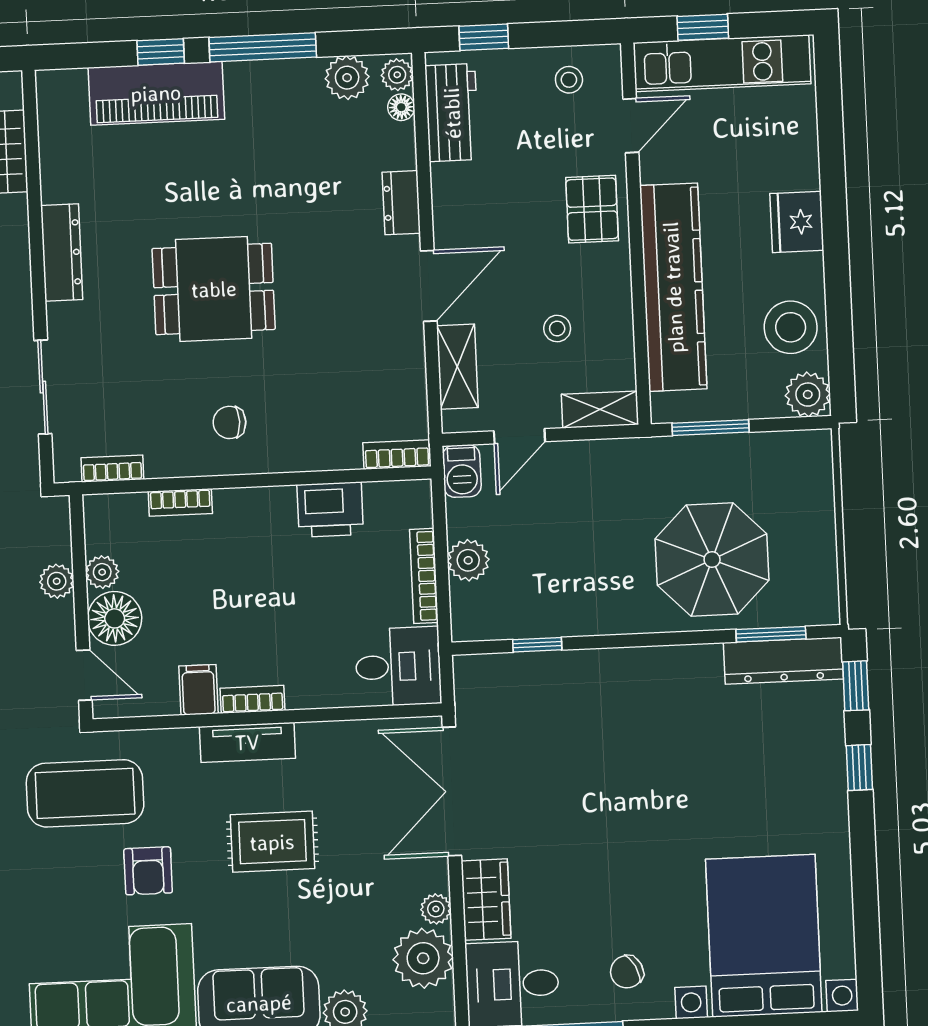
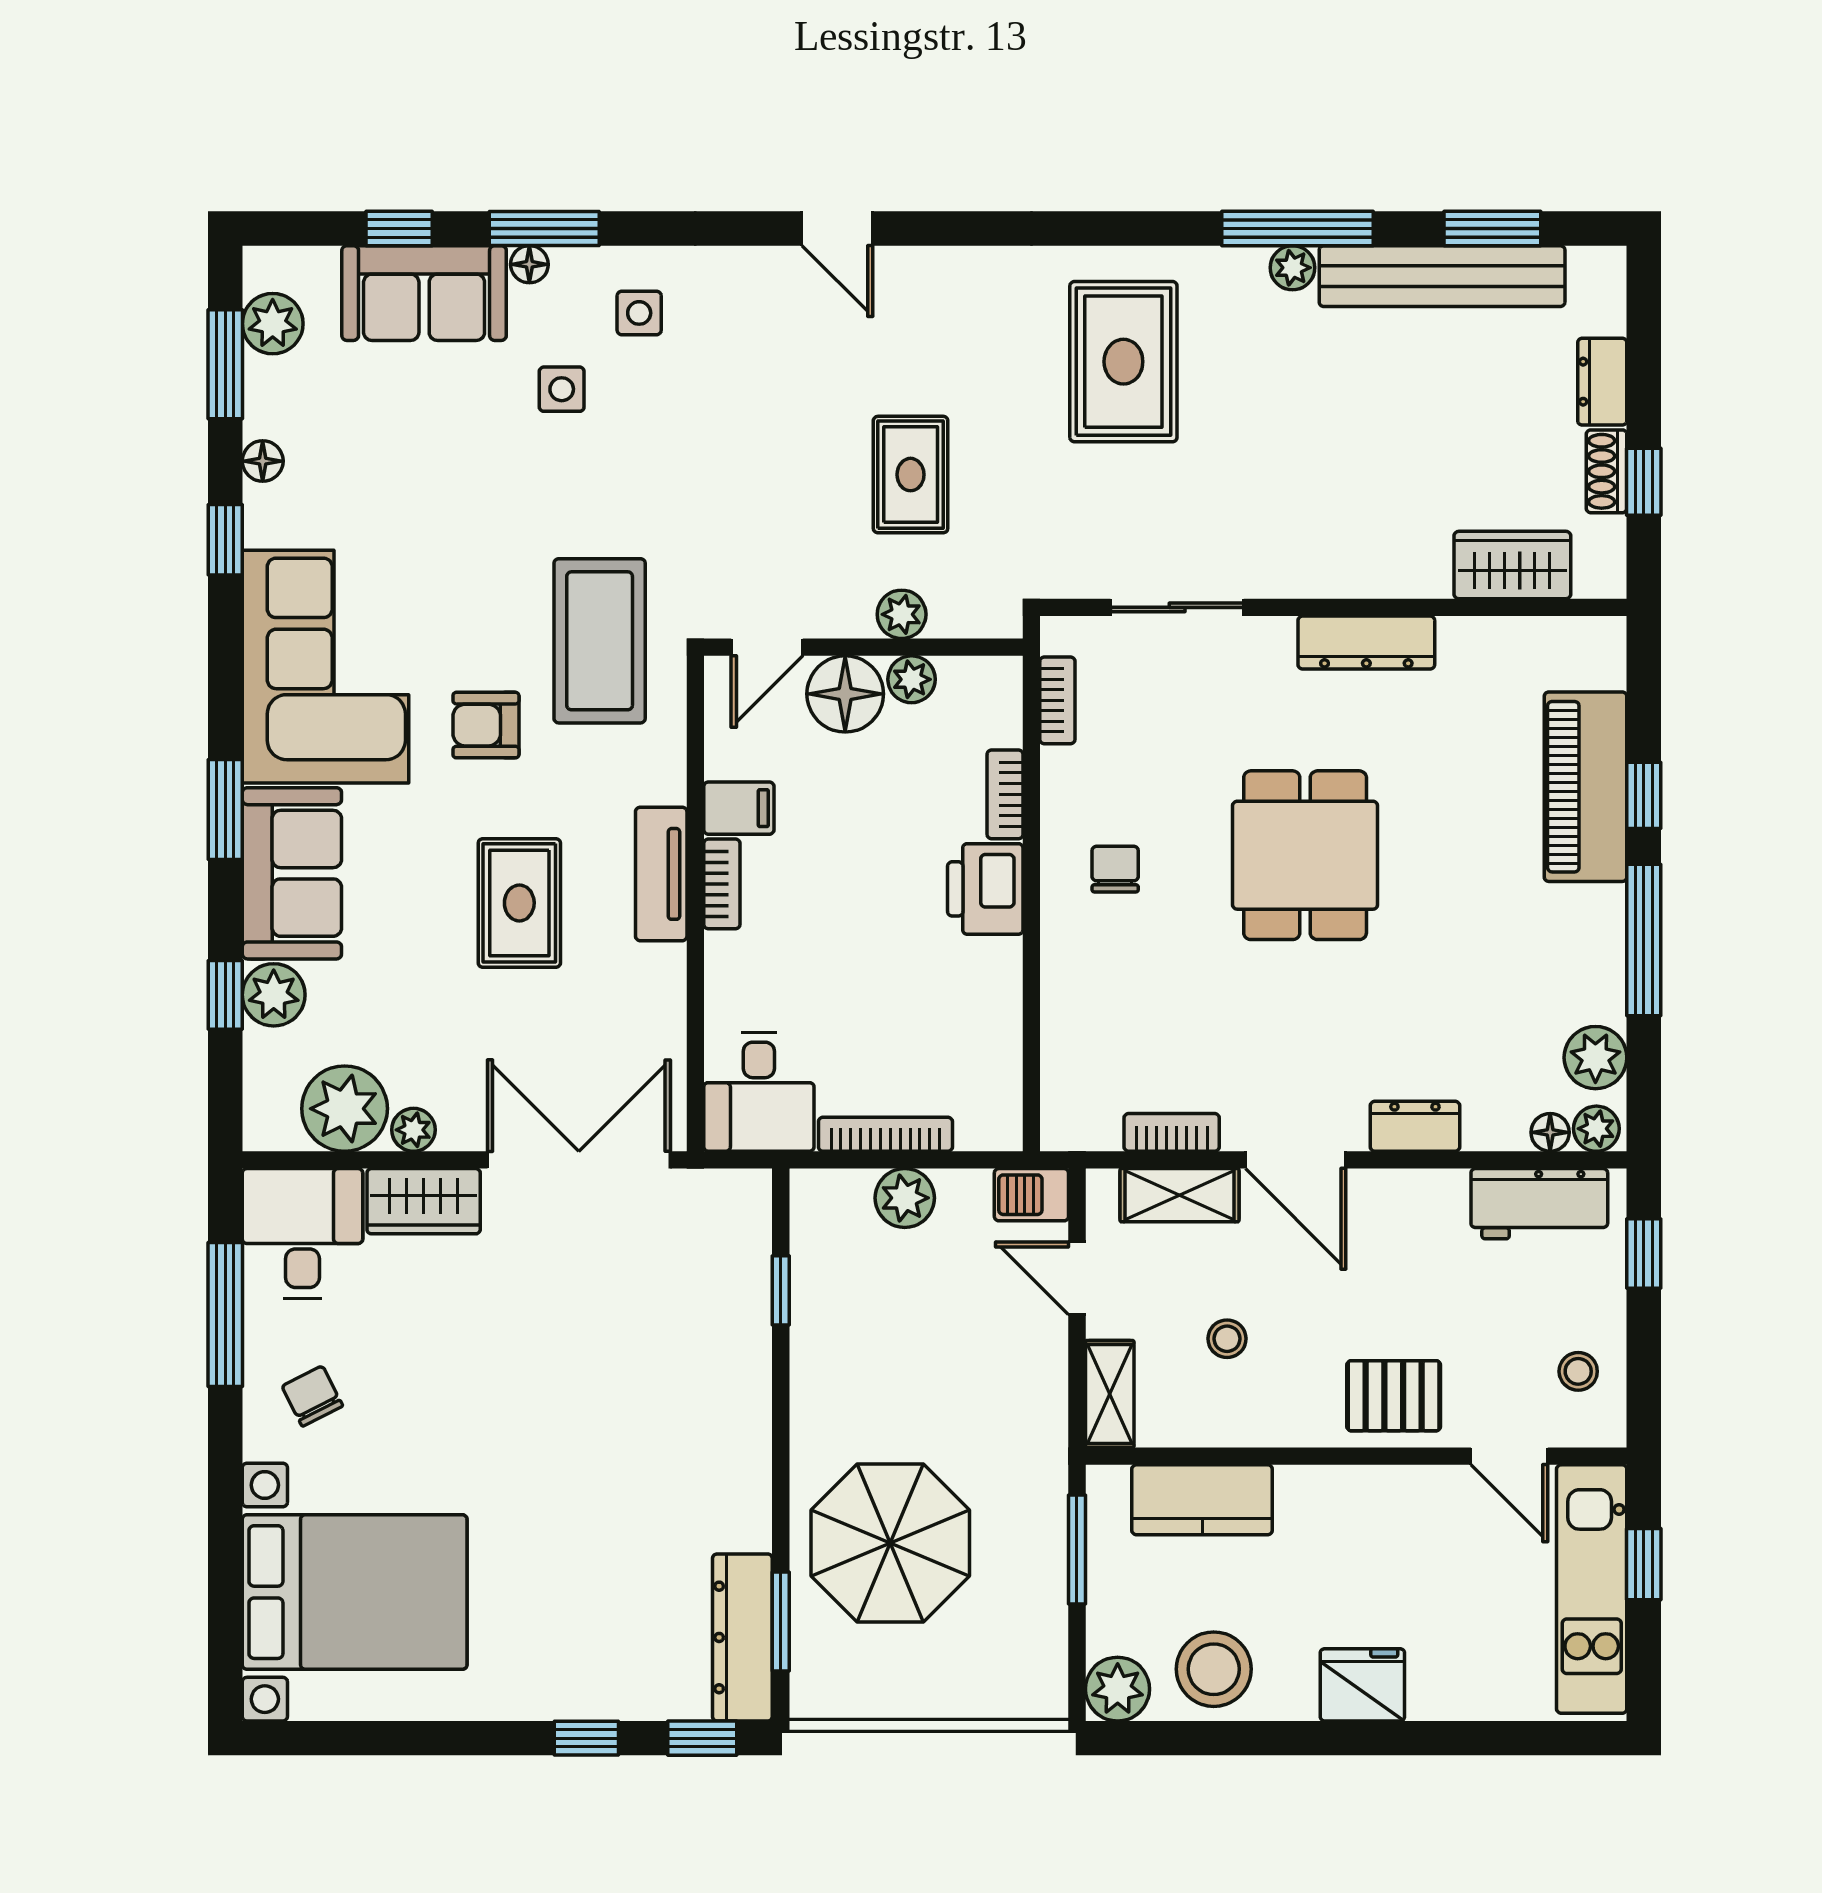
kitchen counter: (673, 287) -> (1202, 1500), width x0.48, depth x0.86
bookcase: (397, 455) -> (1172, 1132), moved, turned -90
printer: (330, 510) -> (985, 889), moved

